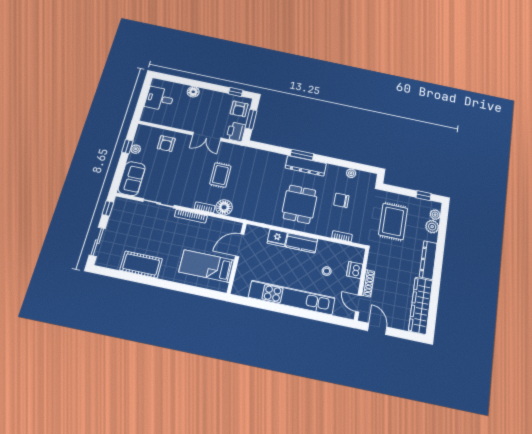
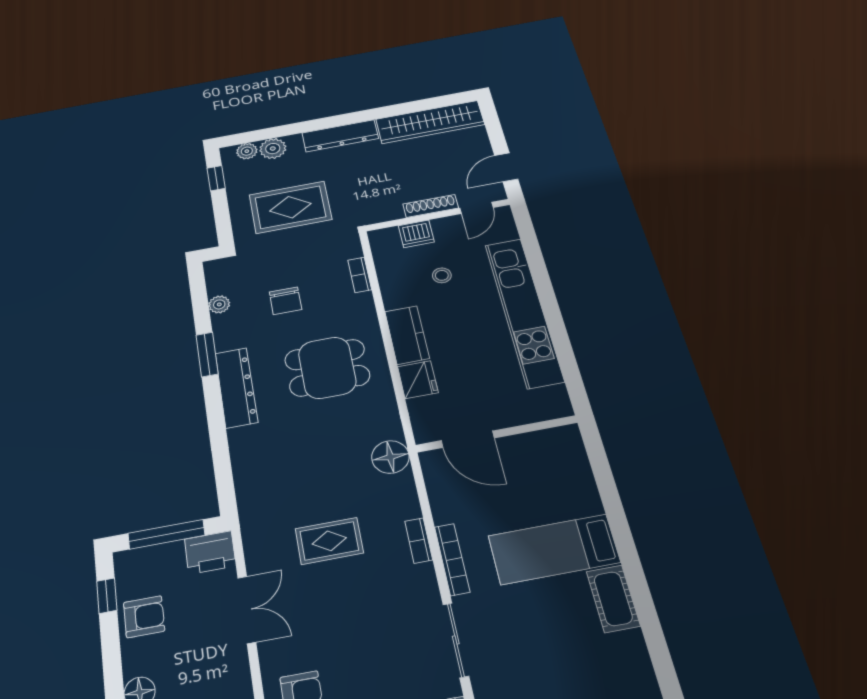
armchair: (239, 109) -> (144, 617), moved
window: (251, 119) -> (166, 534), width x1.44
window: (302, 155) -> (207, 354), moved
floor lamp: (224, 207) -> (390, 457), moved
cot: (141, 264) -> (613, 599), width x0.73, depth x0.75
bed: (207, 266) -> (554, 549), moved, turned 90

